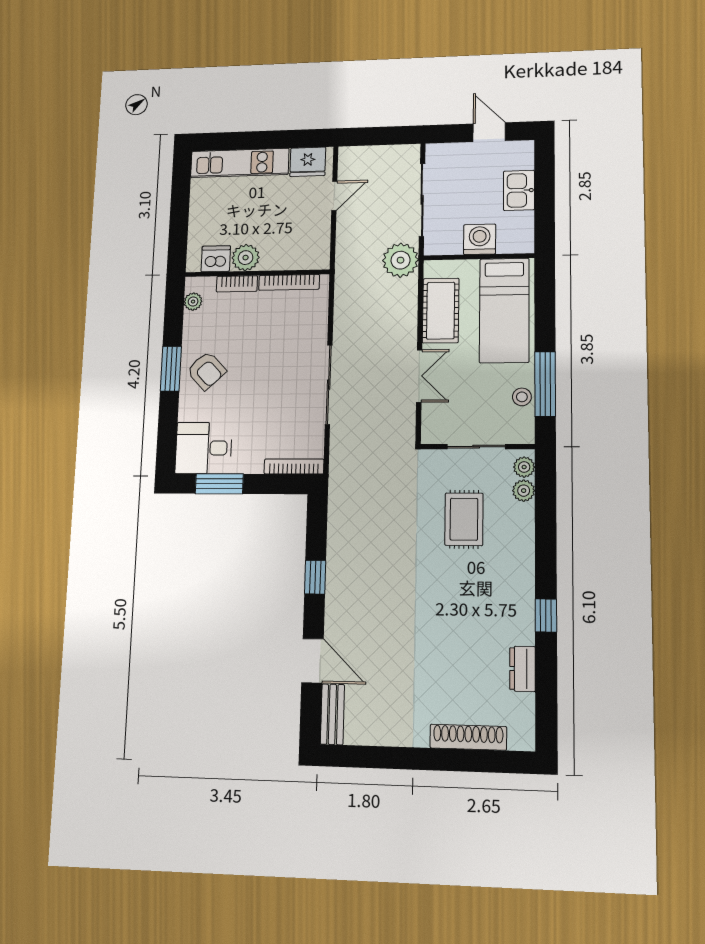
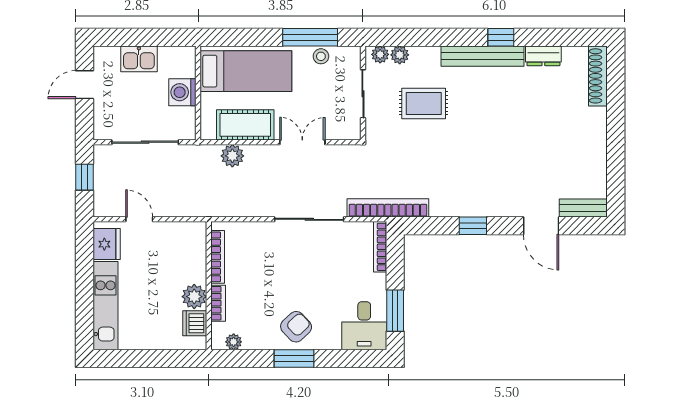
window: (383, 136) -> (84, 177), added
plant: (401, 260) -> (232, 156), moved, width x0.73, depth x0.73
bookcase: (339, 476) -> (388, 208), added
bench: (522, 592) -> (483, 56), added
door: (313, 661) -> (541, 226), swing flipped
shoe rack: (468, 737) -> (598, 76), moved

